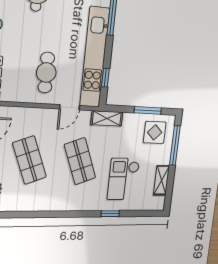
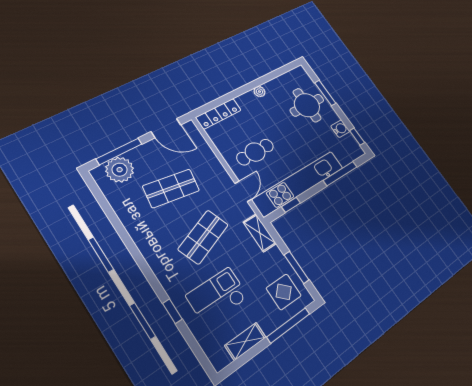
door: (70, 107) -> (243, 191), swing flipped
shop shelf: (29, 160) -> (171, 188), turned 30

